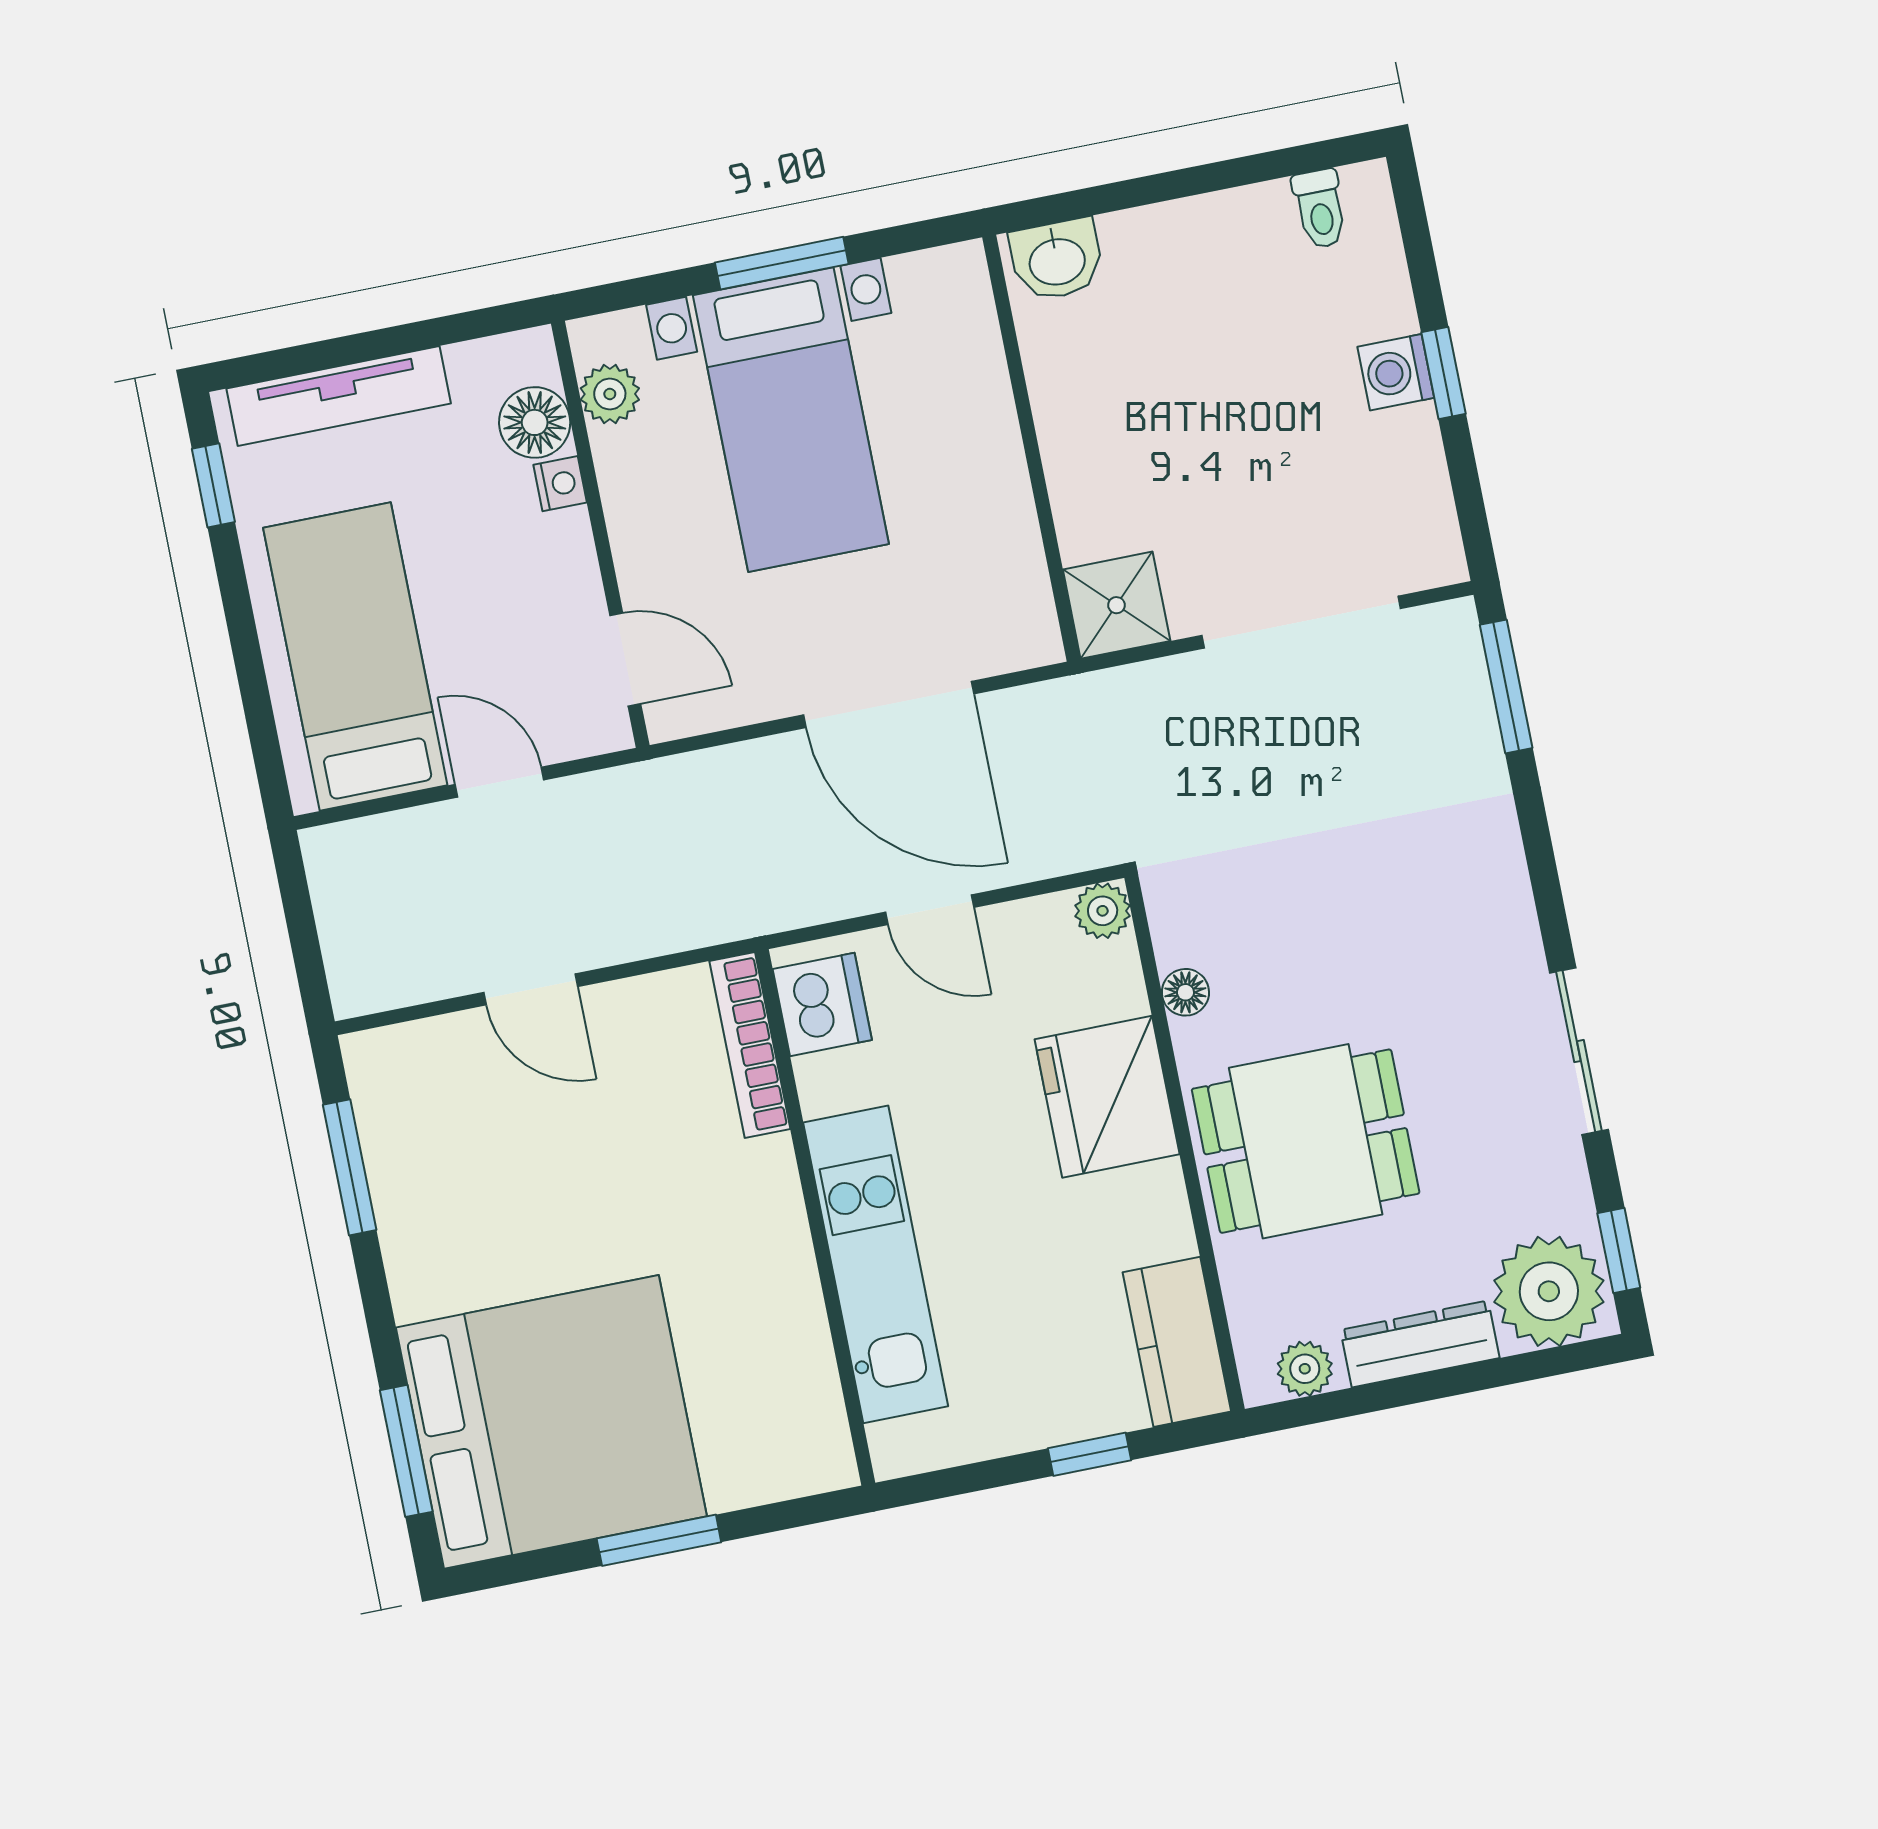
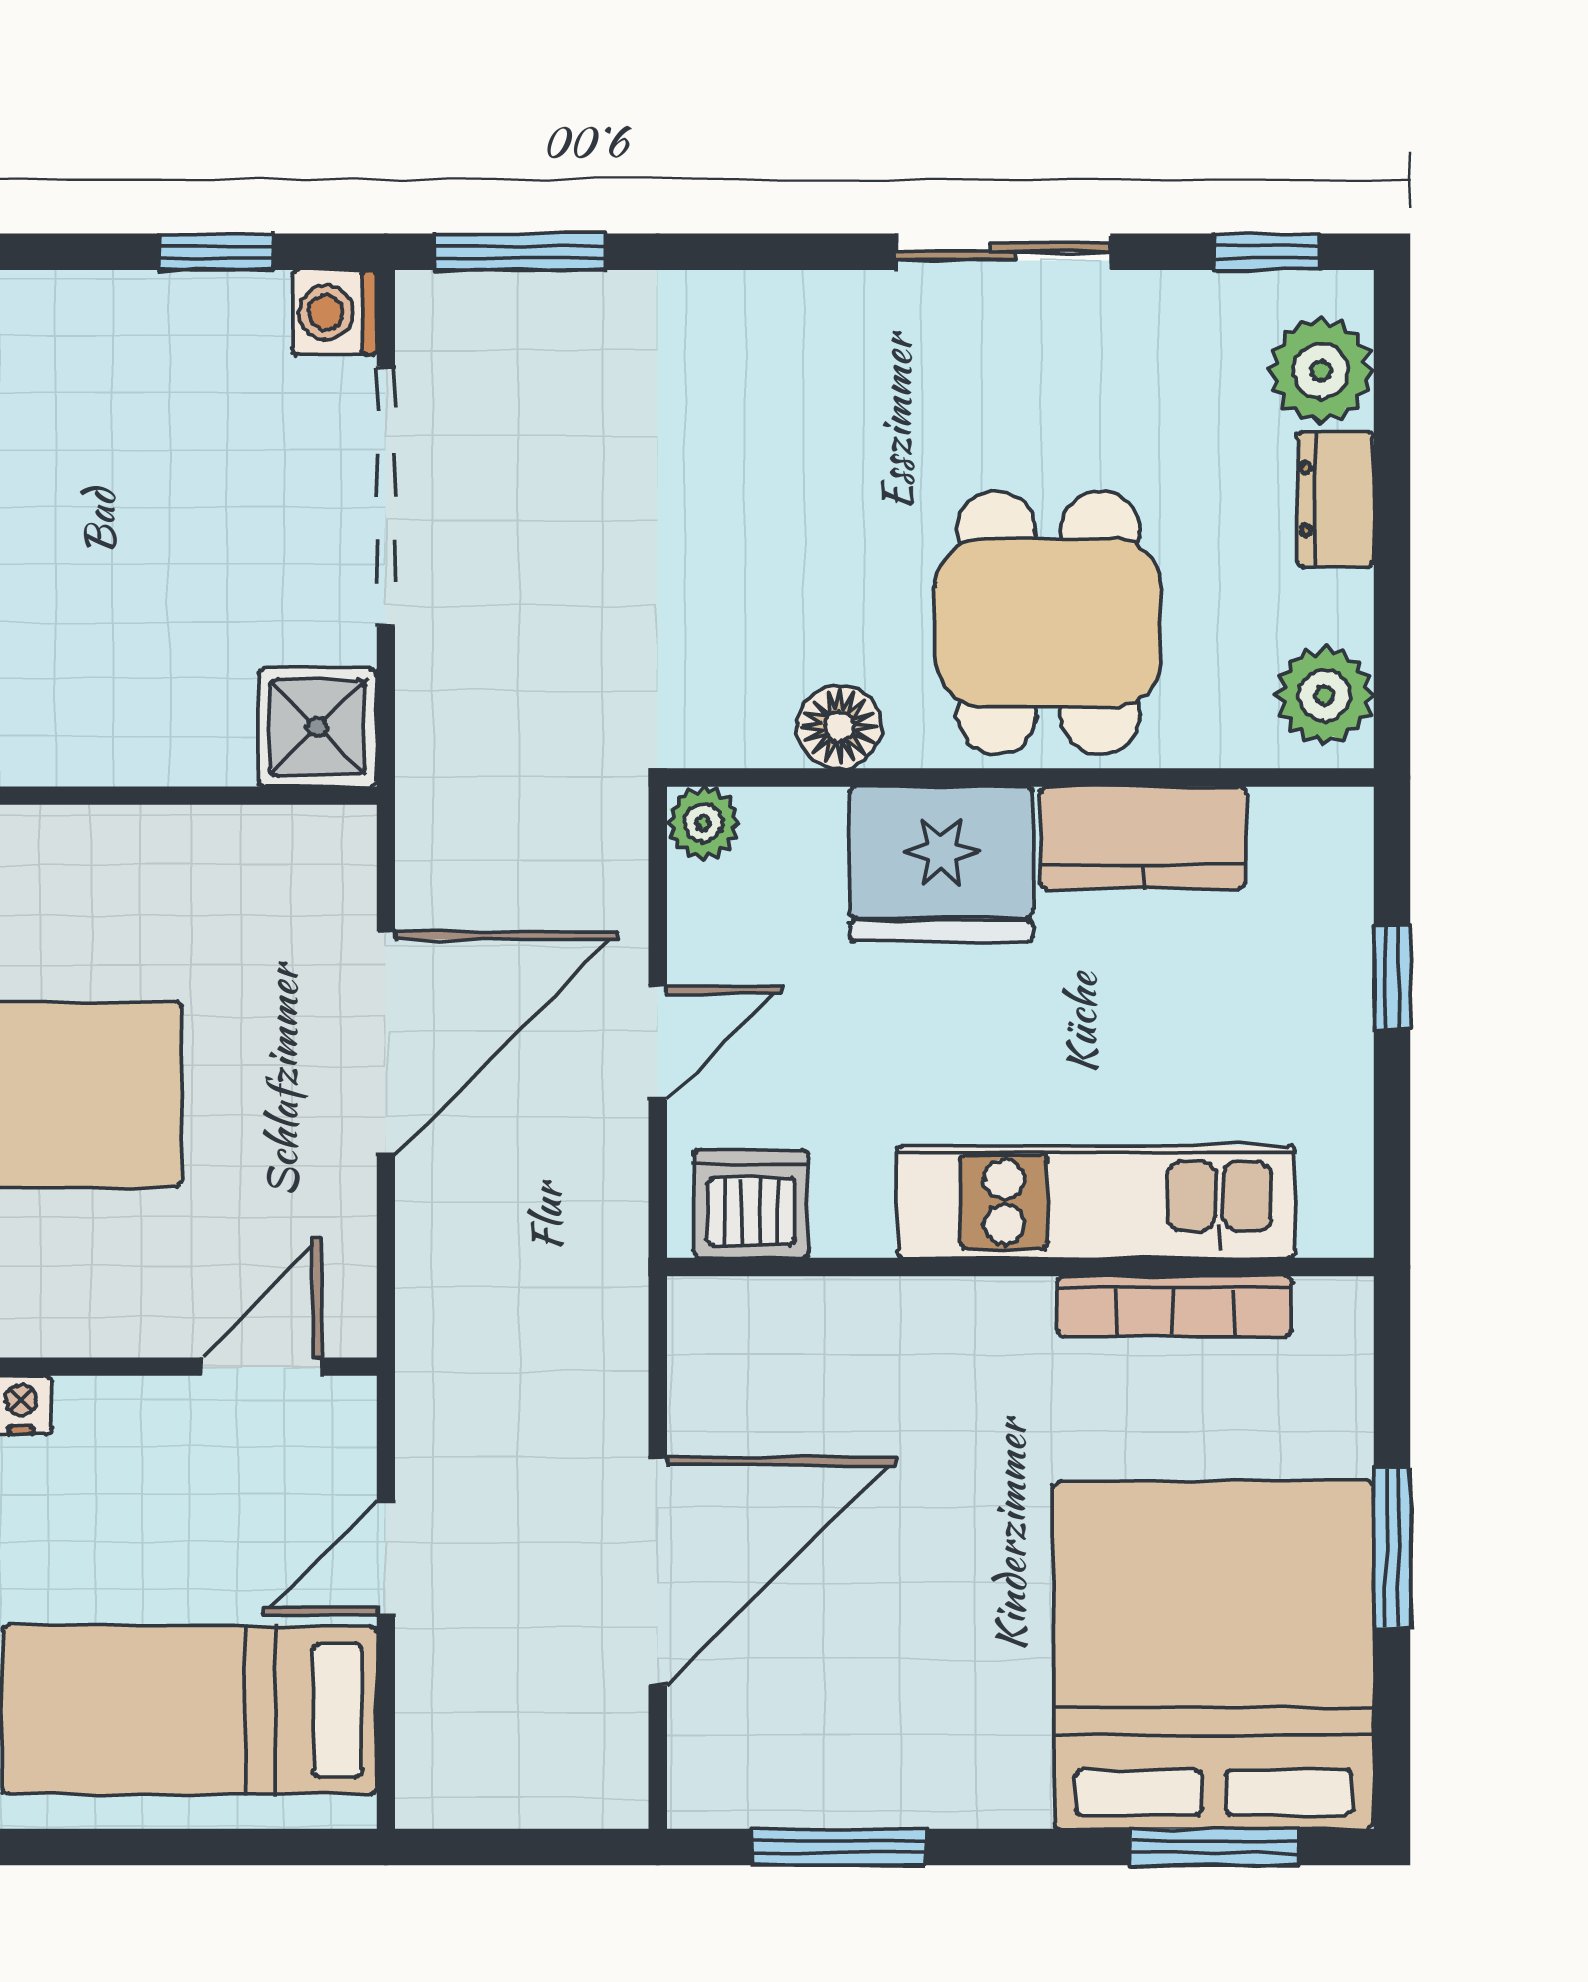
washing machine: (1396, 372) -> (334, 312), moved, turned 90
window: (1443, 373) -> (217, 252), moved
door: (531, 989) -> (658, 1571), width x1.87
floor lamp: (1185, 992) -> (839, 727), width x1.37, depth x1.37
bookcase: (750, 1045) -> (1175, 1306), moved
plant: (1549, 1291) -> (1321, 371), width x0.73, depth x0.73
kitchen counter: (1177, 1342) -> (1143, 838), moved
dresser: (1420, 1344) -> (1336, 499), width x0.70
plant: (1305, 1369) -> (1324, 695), width x1.38, depth x1.38

